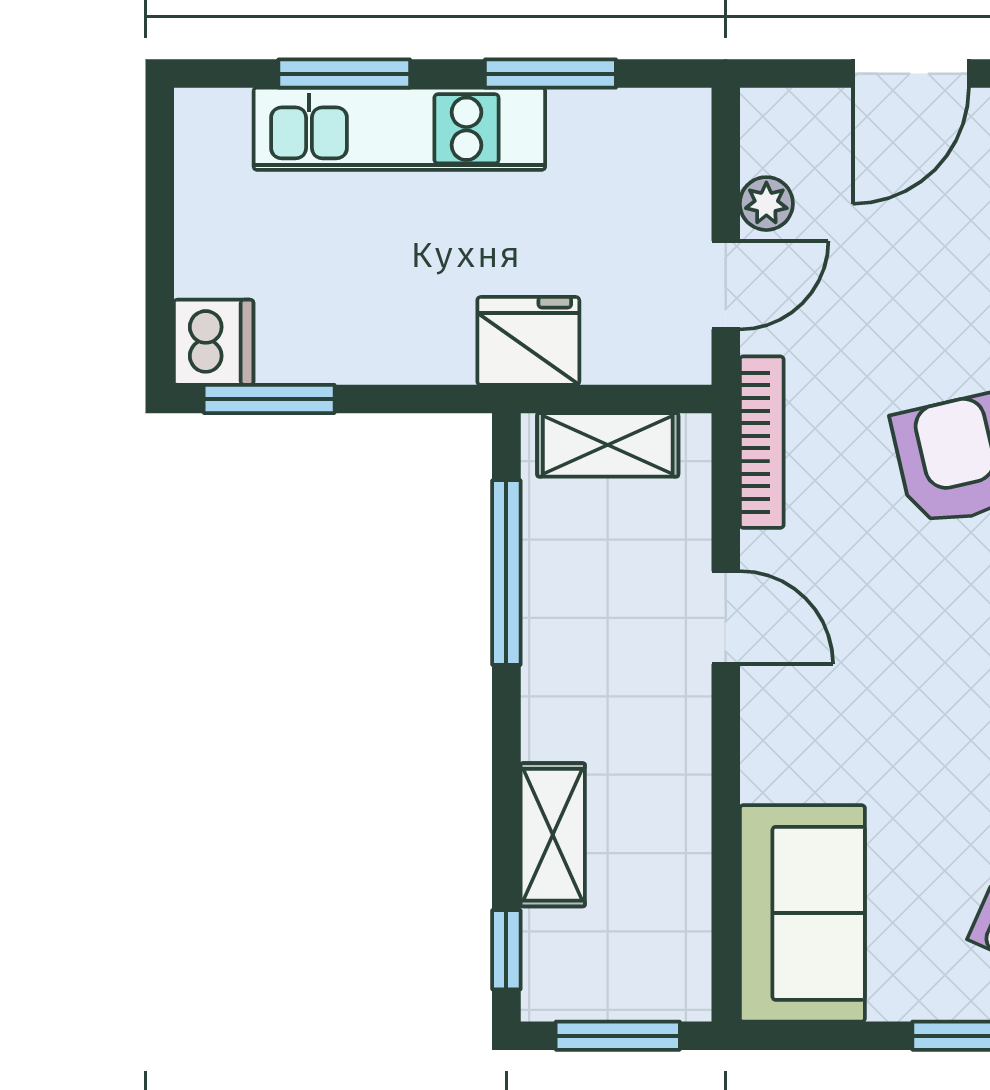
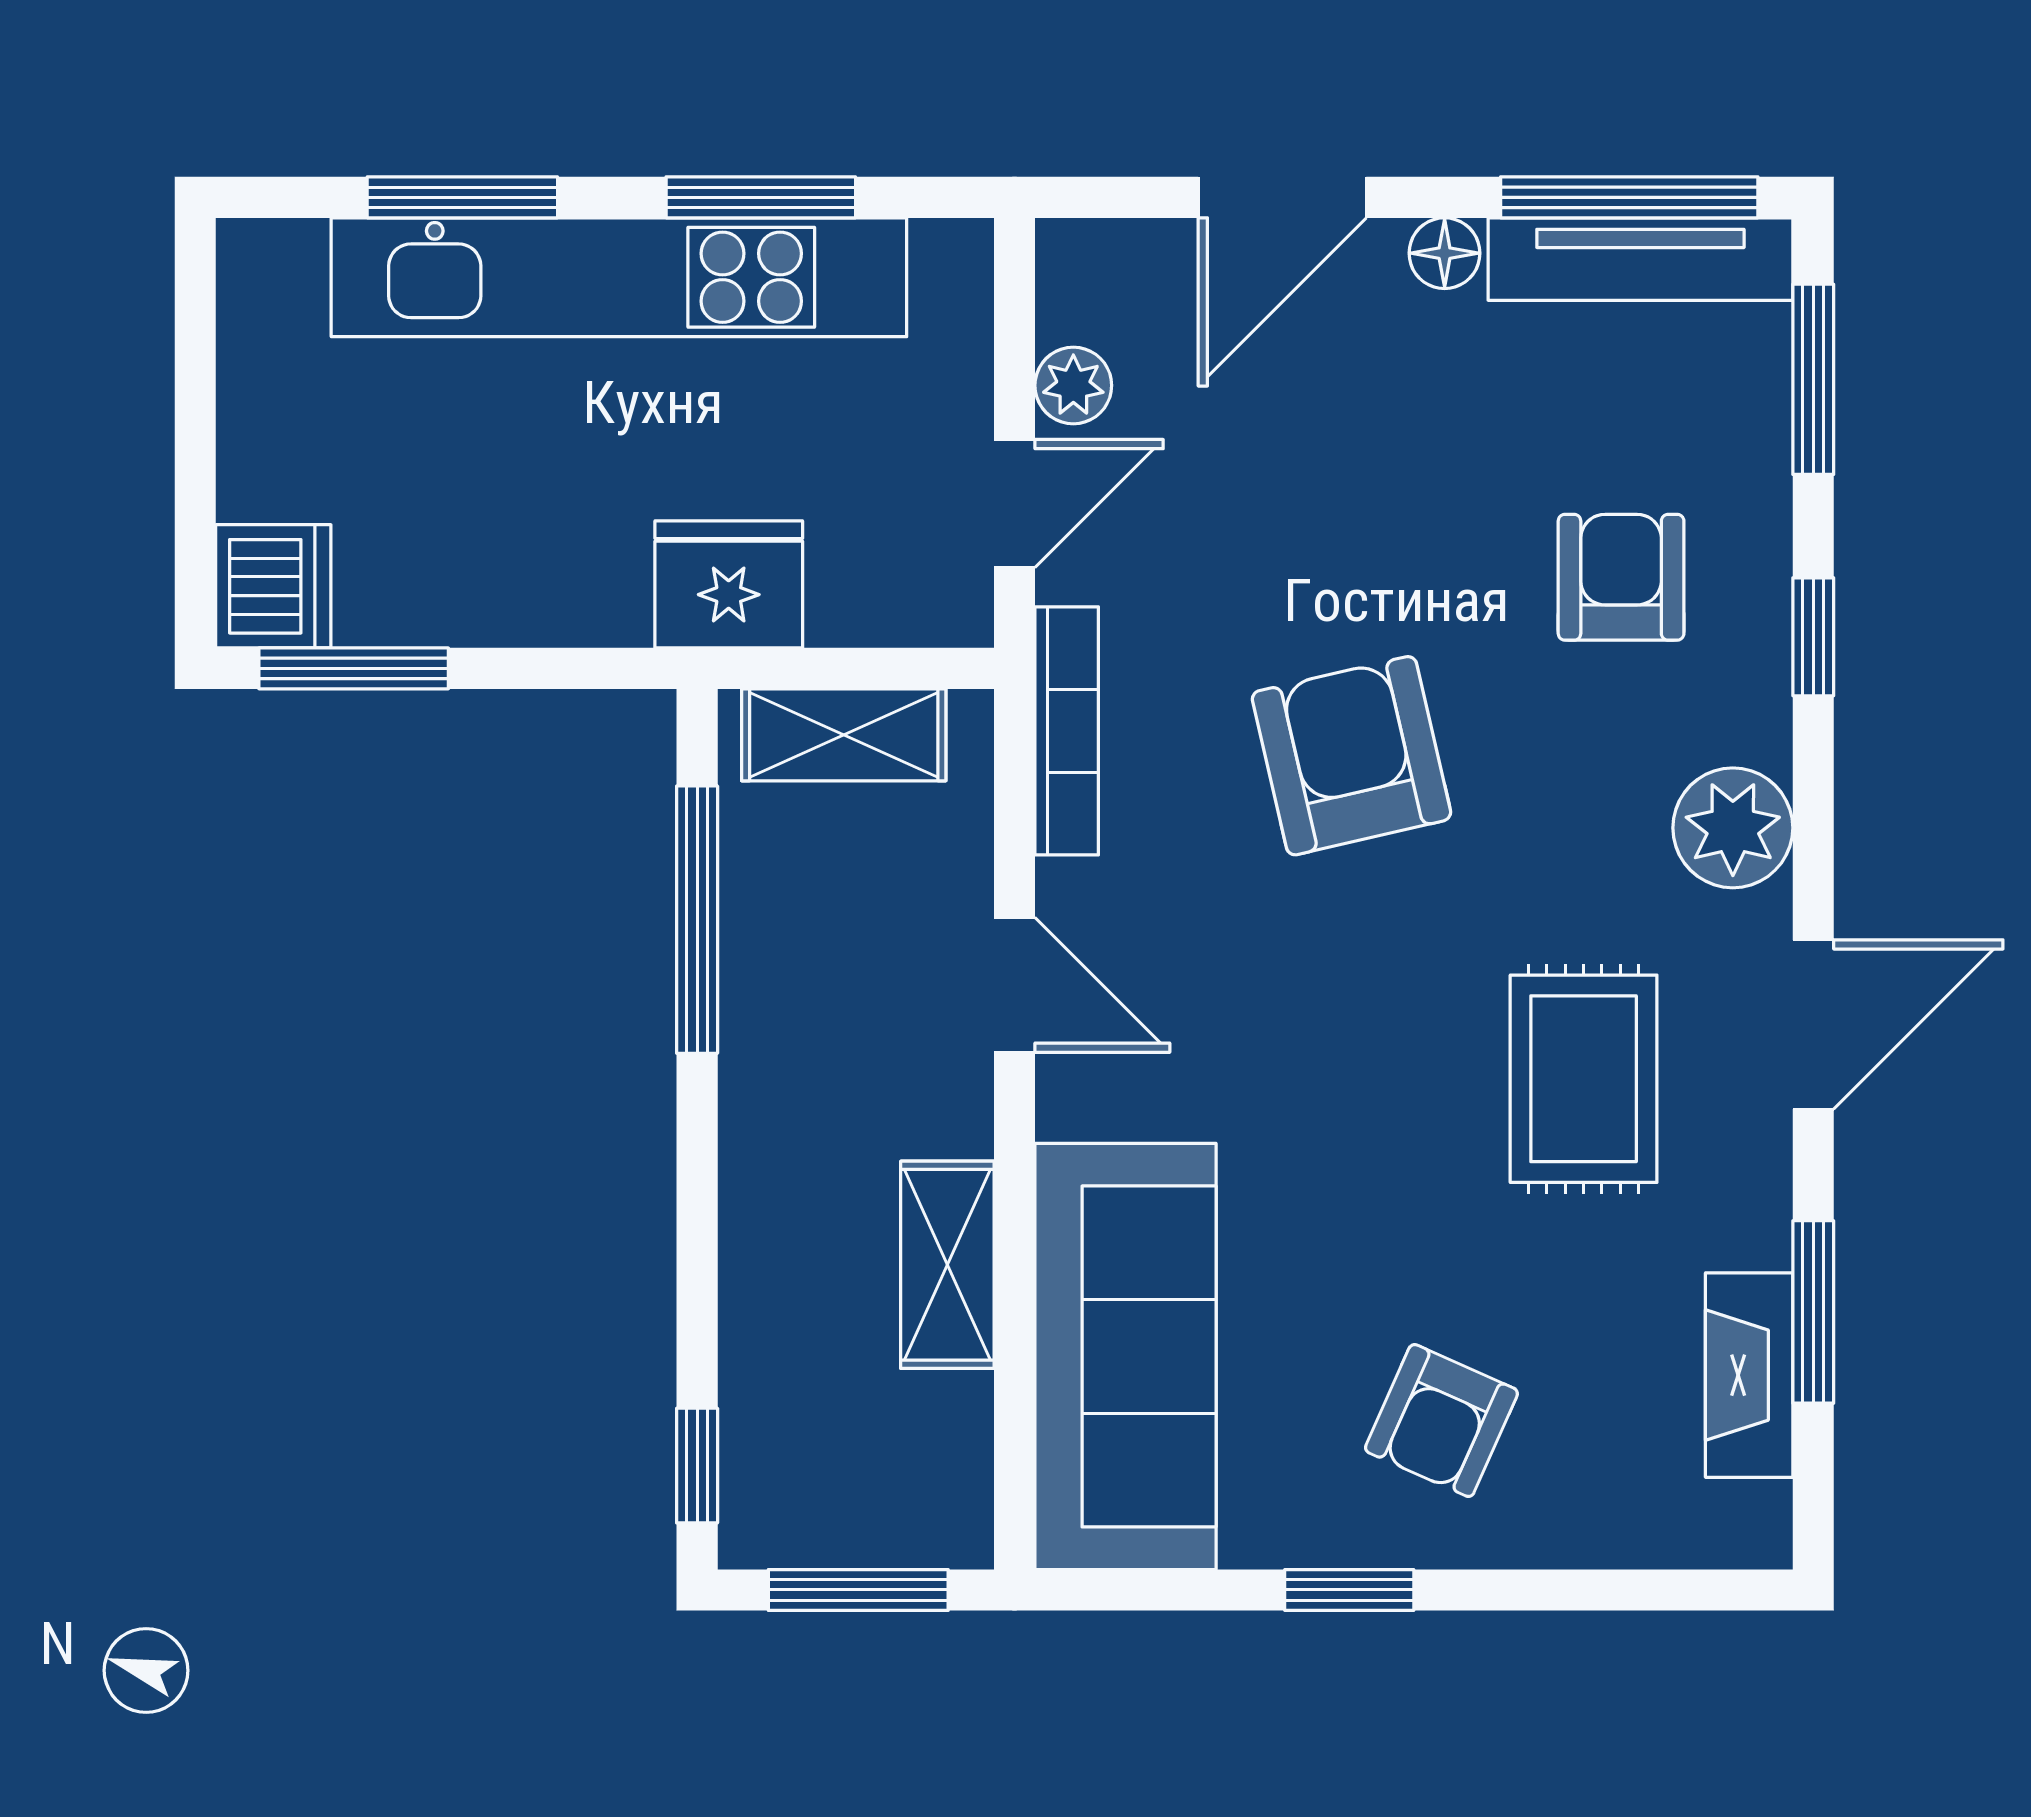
kitchen unit: (399, 129) -> (619, 277), width x1.36
shelving: (553, 835) -> (947, 1265), moved
sofa: (802, 913) -> (1126, 1356), width x1.36

